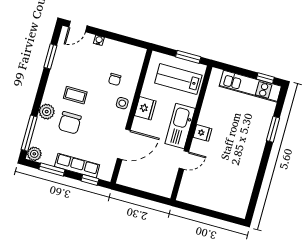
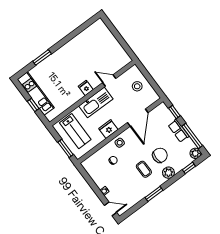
window: (50, 56) -> (154, 194), moved
window: (188, 57) -> (65, 148), moved
window: (265, 78) -> (33, 105), moved
window: (29, 133) -> (189, 168), width x0.46
door: (124, 144) -> (138, 118), swing flipped
row of seats: (77, 166) -> (179, 131), width x0.68
window: (52, 169) -> (192, 136), width x1.44
stool: (150, 177) -> (137, 86), added

